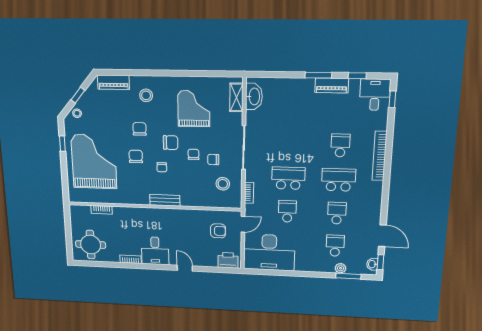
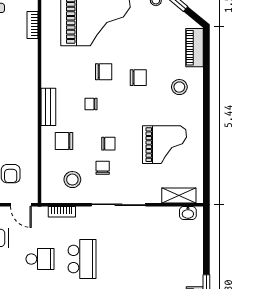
washbasin: (254, 96) -> (188, 213), width x0.52, depth x0.69
chair: (171, 143) -> (64, 141), moved, turned 90

